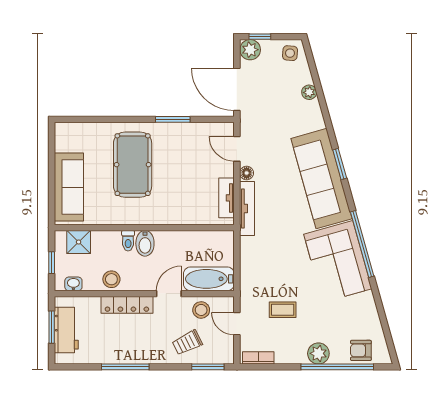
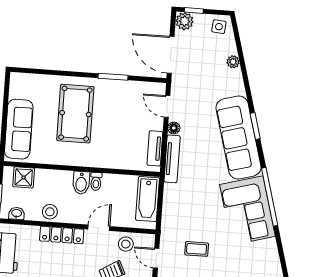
toilet: (128, 241) -> (96, 181), moved
bathtub: (209, 279) -> (147, 199), moved, turned -90

